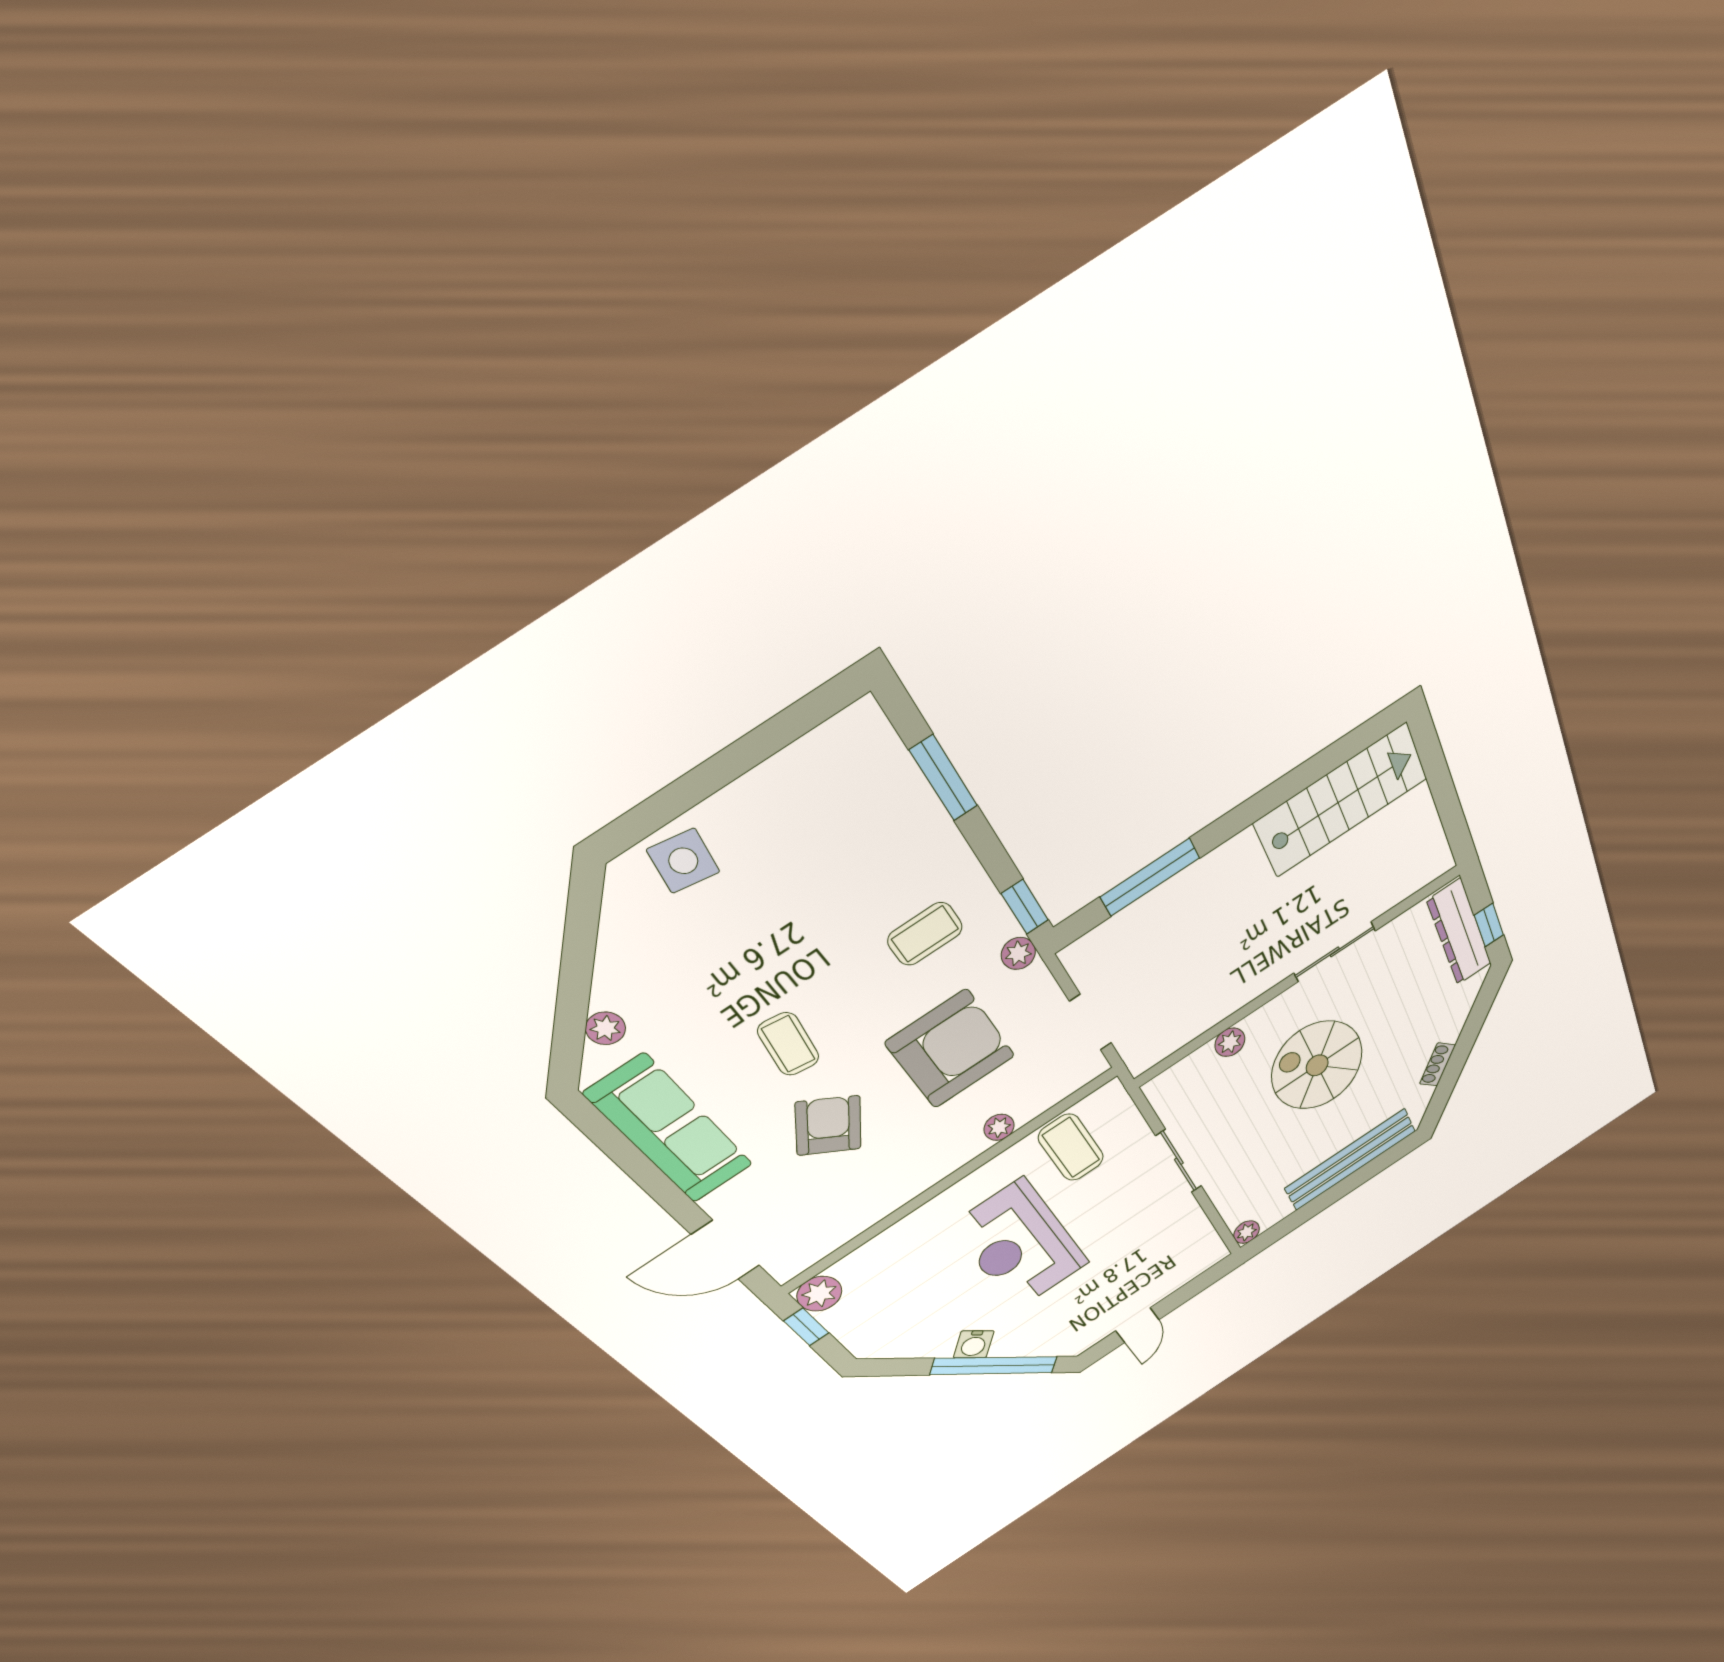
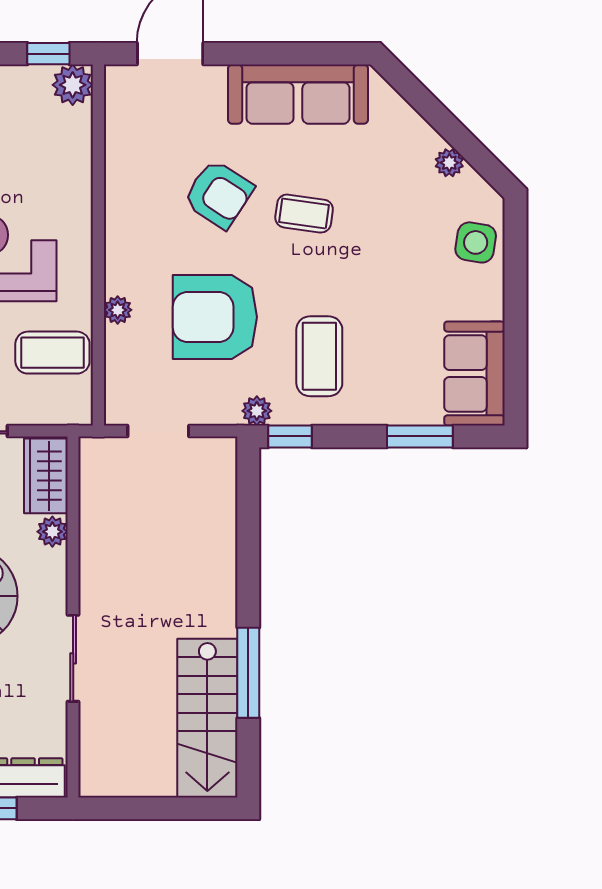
sofa: (834, 764) -> (474, 373), added
window: (1150, 877) -> (248, 673), moved
coffee table: (925, 934) -> (319, 356), width x1.36, depth x1.30
plant: (605, 1028) -> (449, 163), moved
armchair: (951, 1049) -> (215, 317), turned 90
wardrobe: (1183, 1080) -> (46, 476), added

